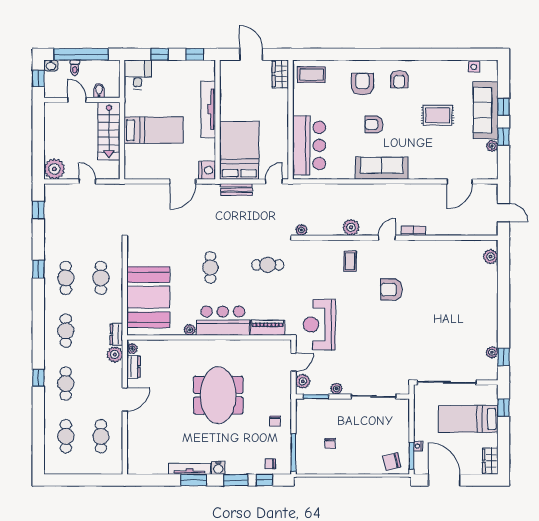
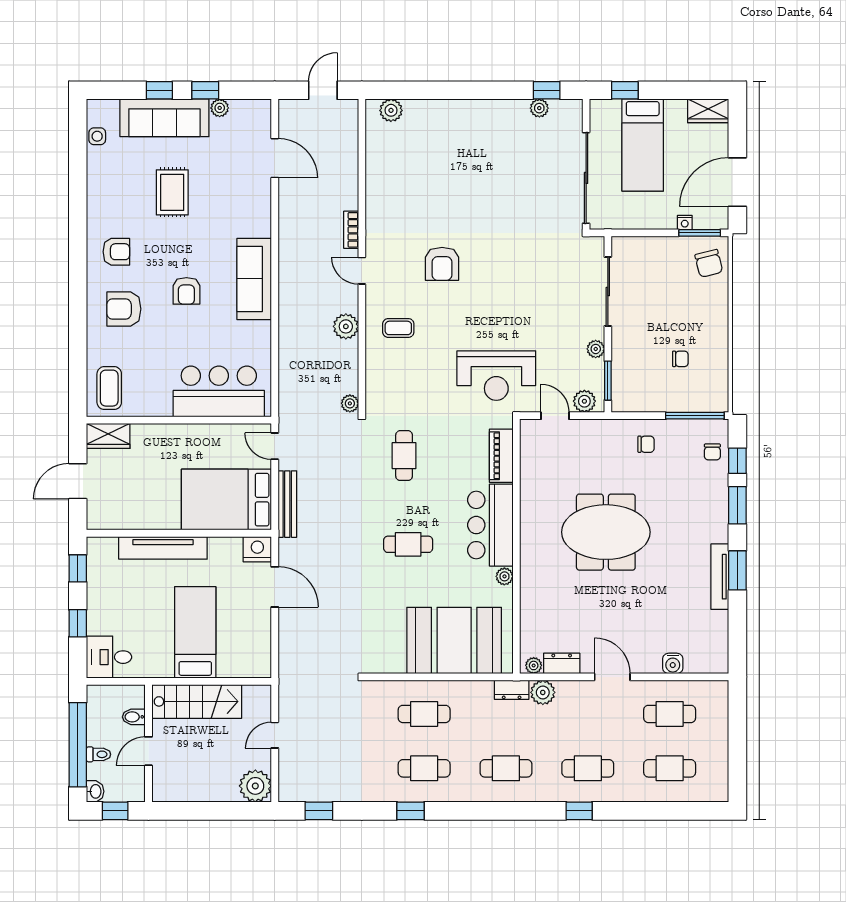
bench: (236, 190) -> (287, 504), width x1.36
water cooler: (218, 468) -> (673, 663), moved, turned 90

